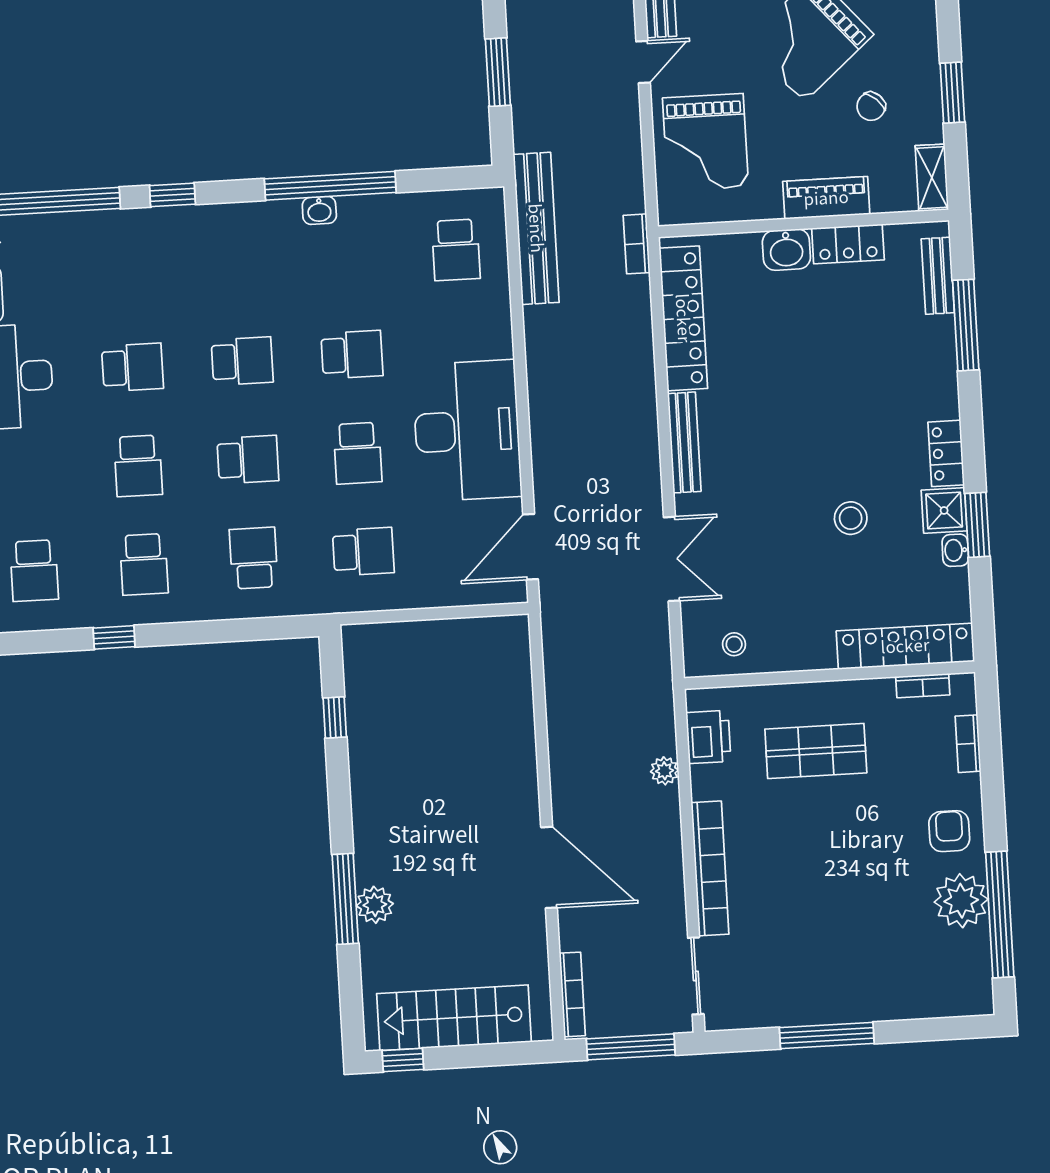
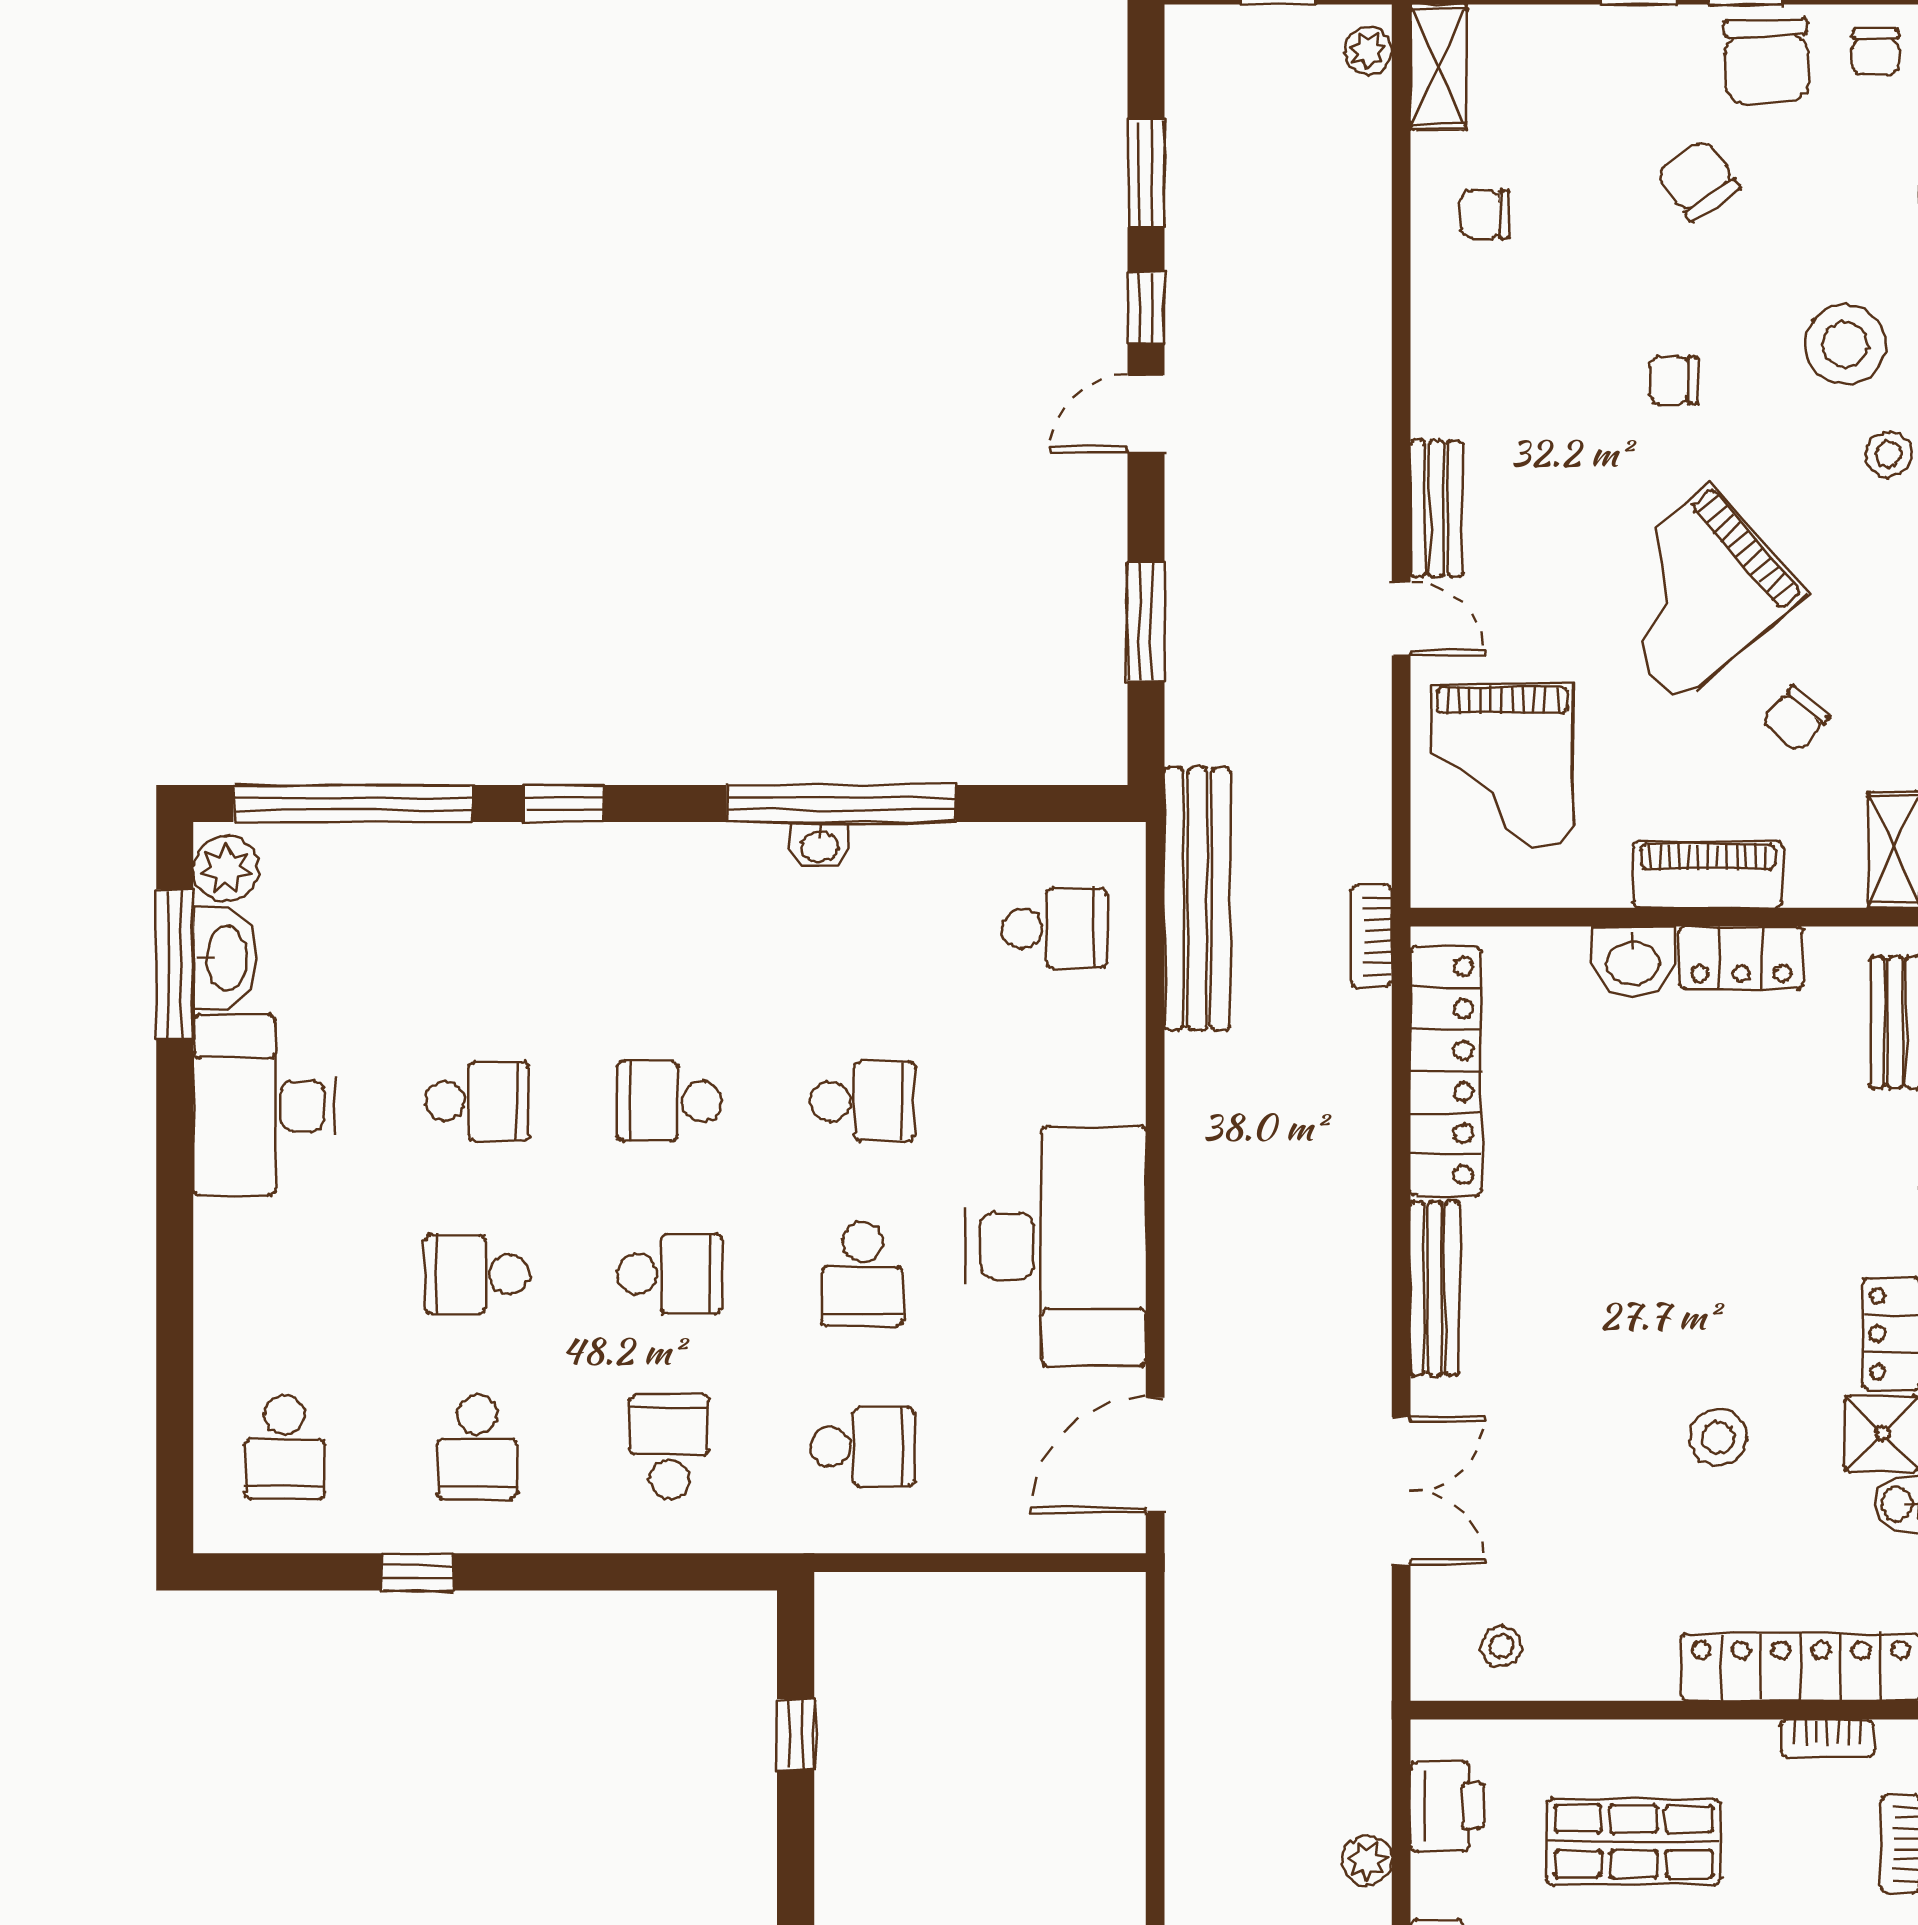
door: (643, 62) -> (1401, 619), hinge flipped
school desk: (456, 250) -> (1055, 928), turned -90
school desk: (242, 361) -> (670, 1101), turned 180
school desk: (138, 466) -> (477, 1274), turned 90

